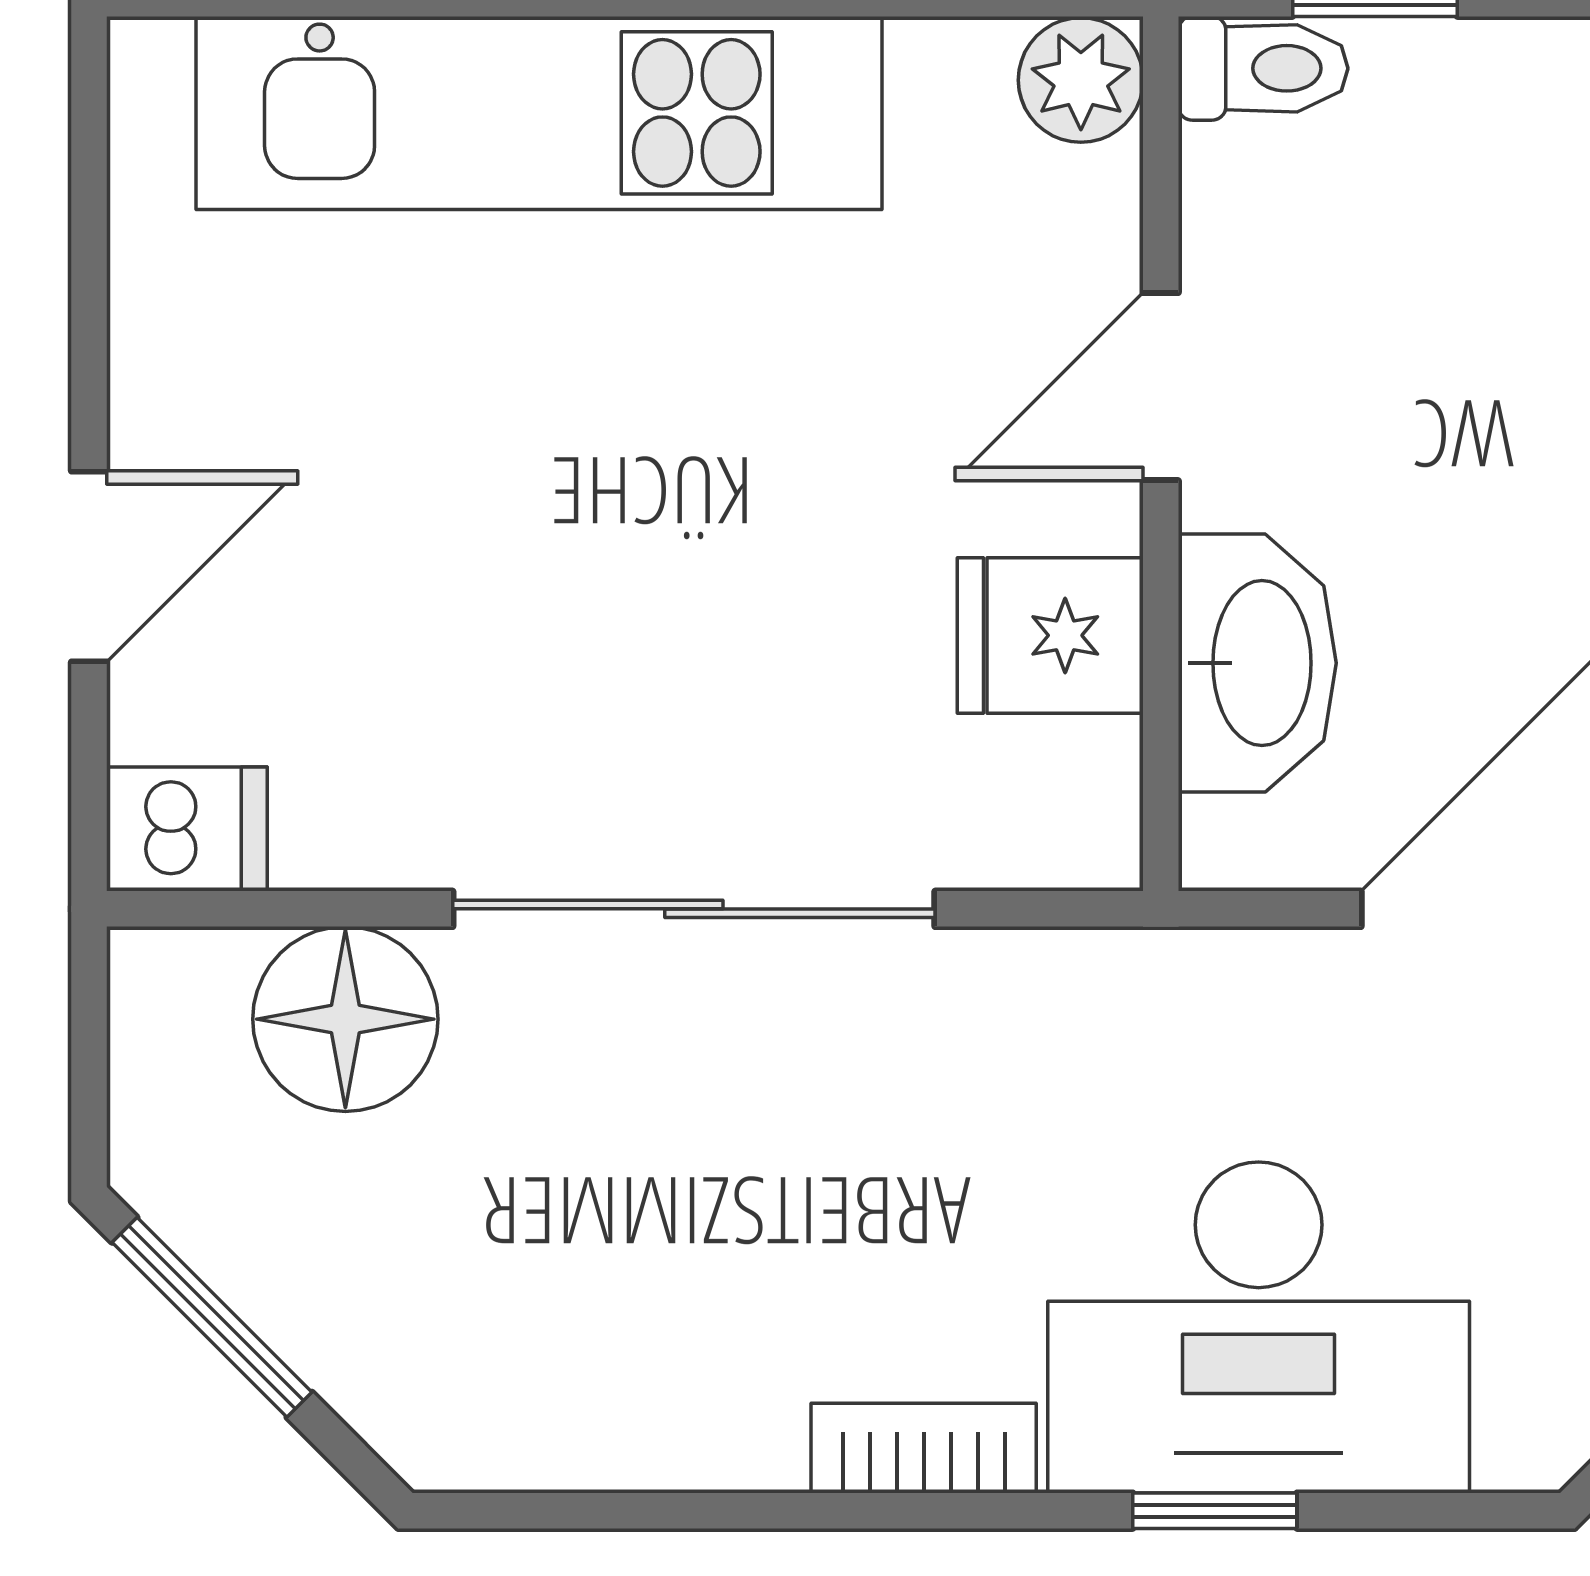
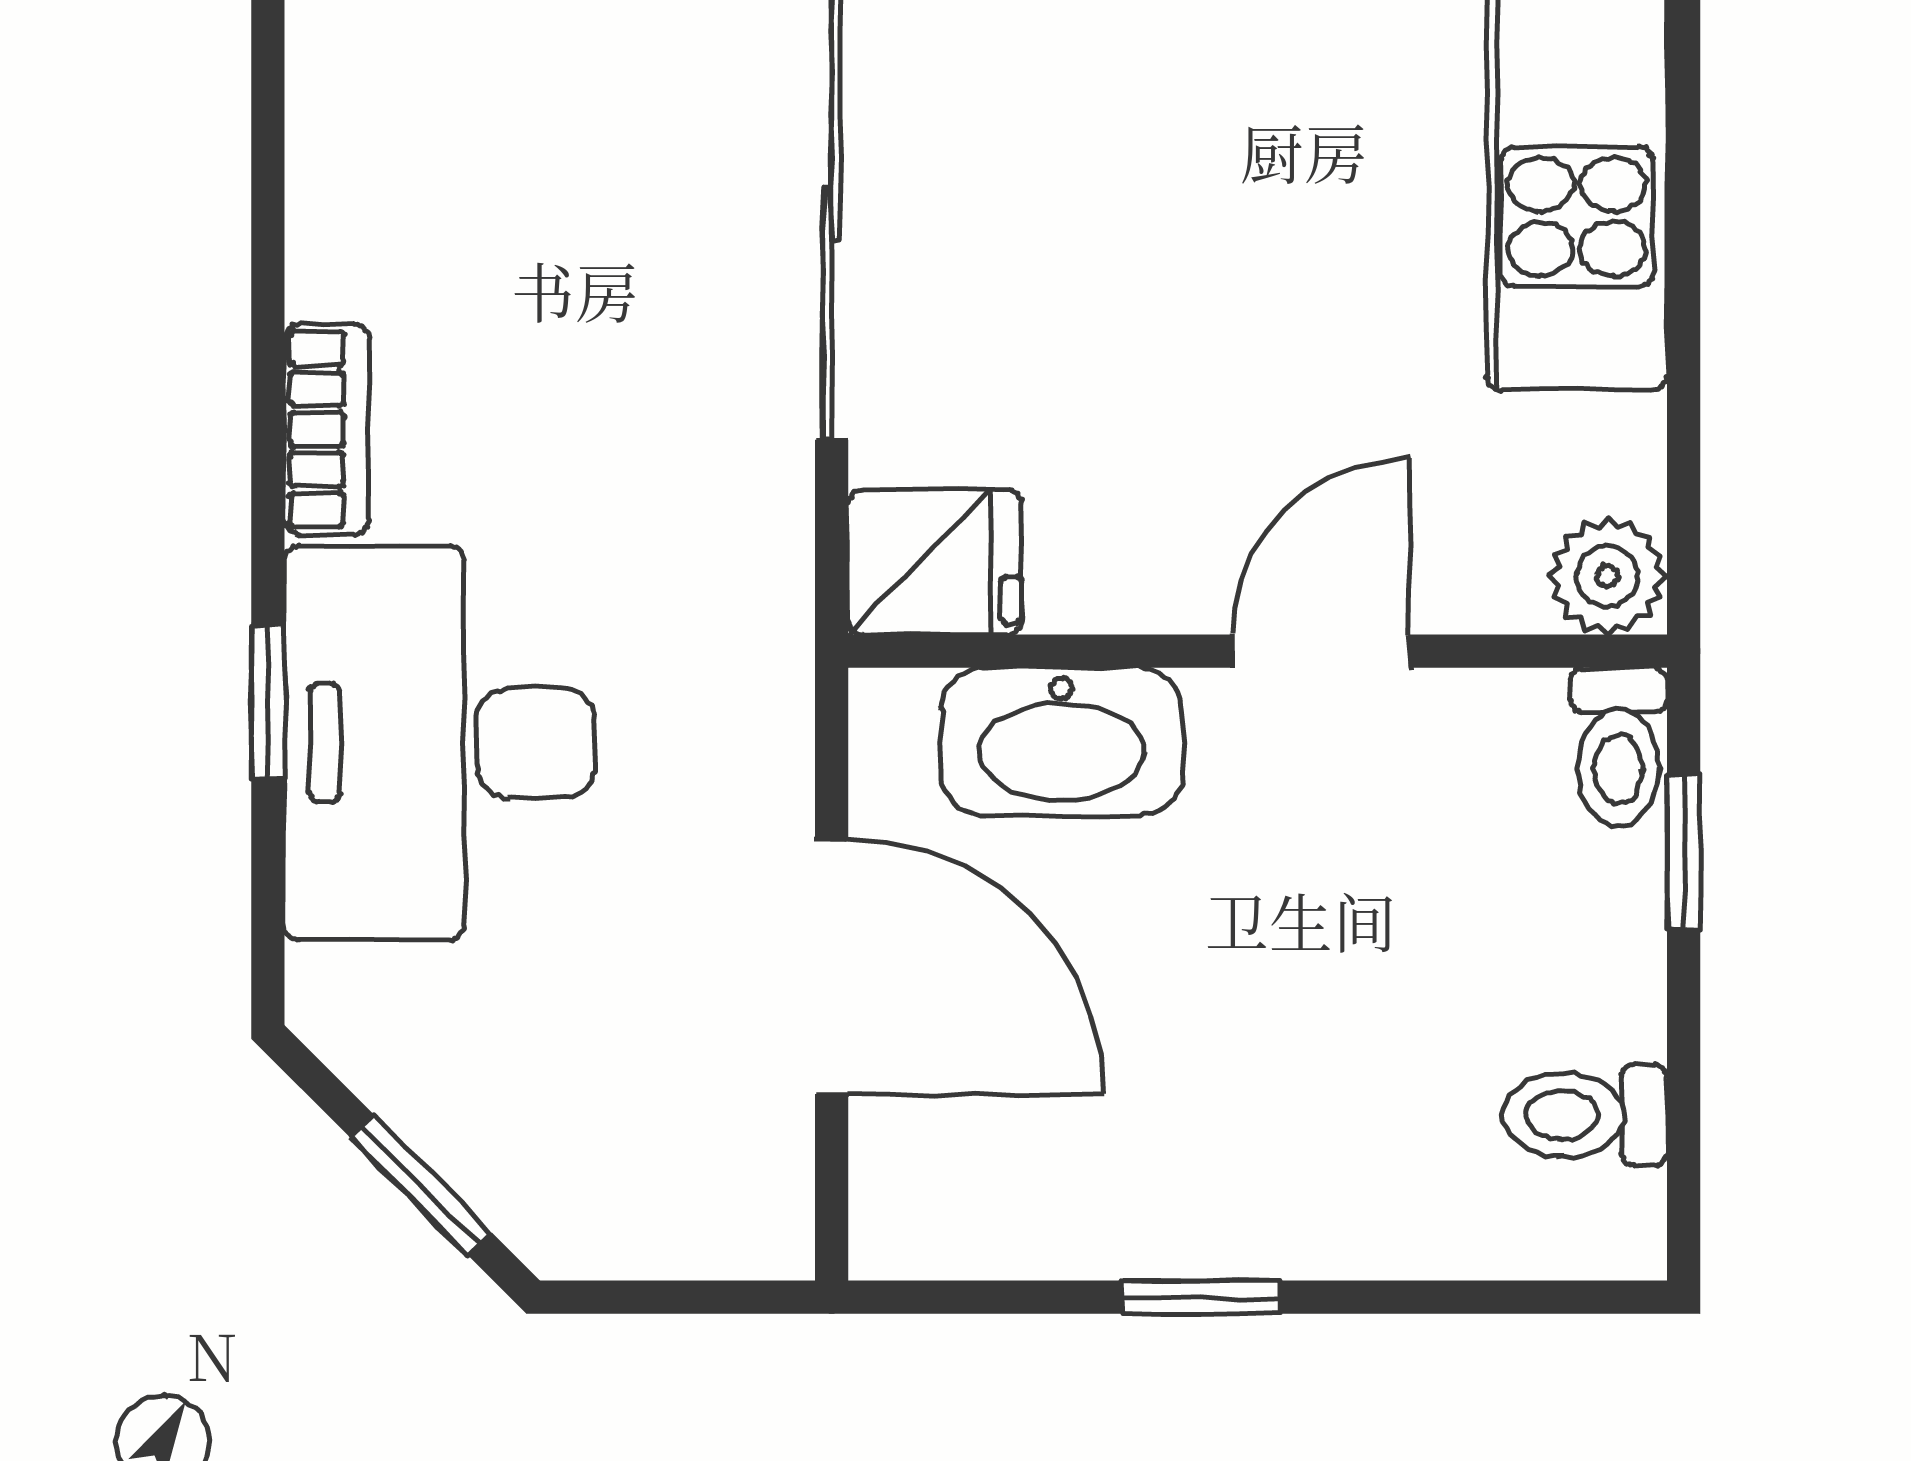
door: (1161, 387) -> (1321, 651), hinge flipped
fridge: (1050, 635) -> (935, 562), moved, turned 90

